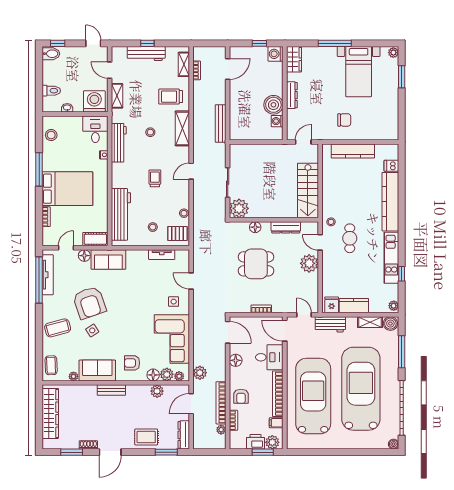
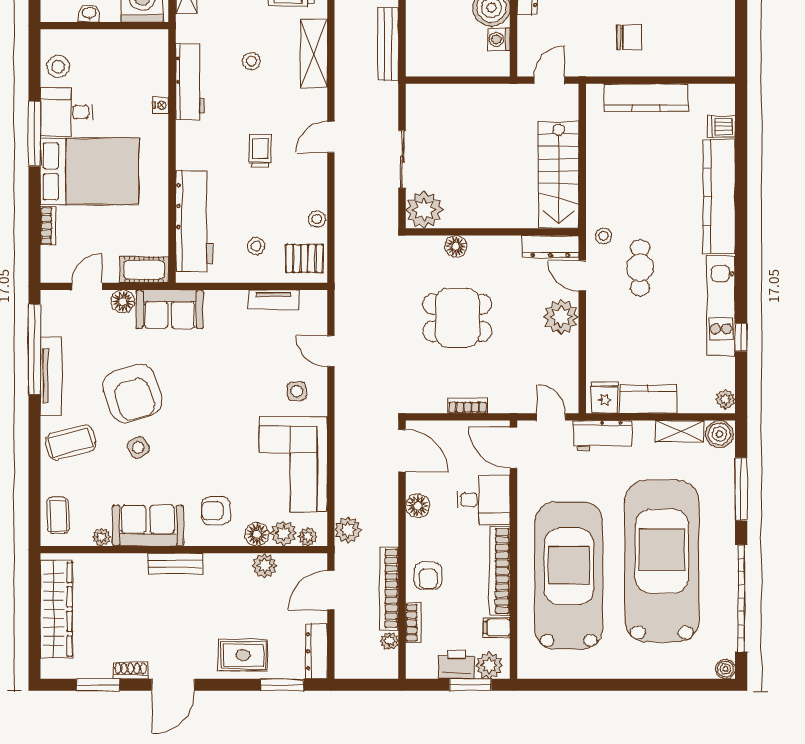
desk: (95, 129) -> (67, 112), moved, turned -90
dresser: (286, 227) -> (550, 247), moved
tv unit: (48, 275) -> (51, 376), moved

